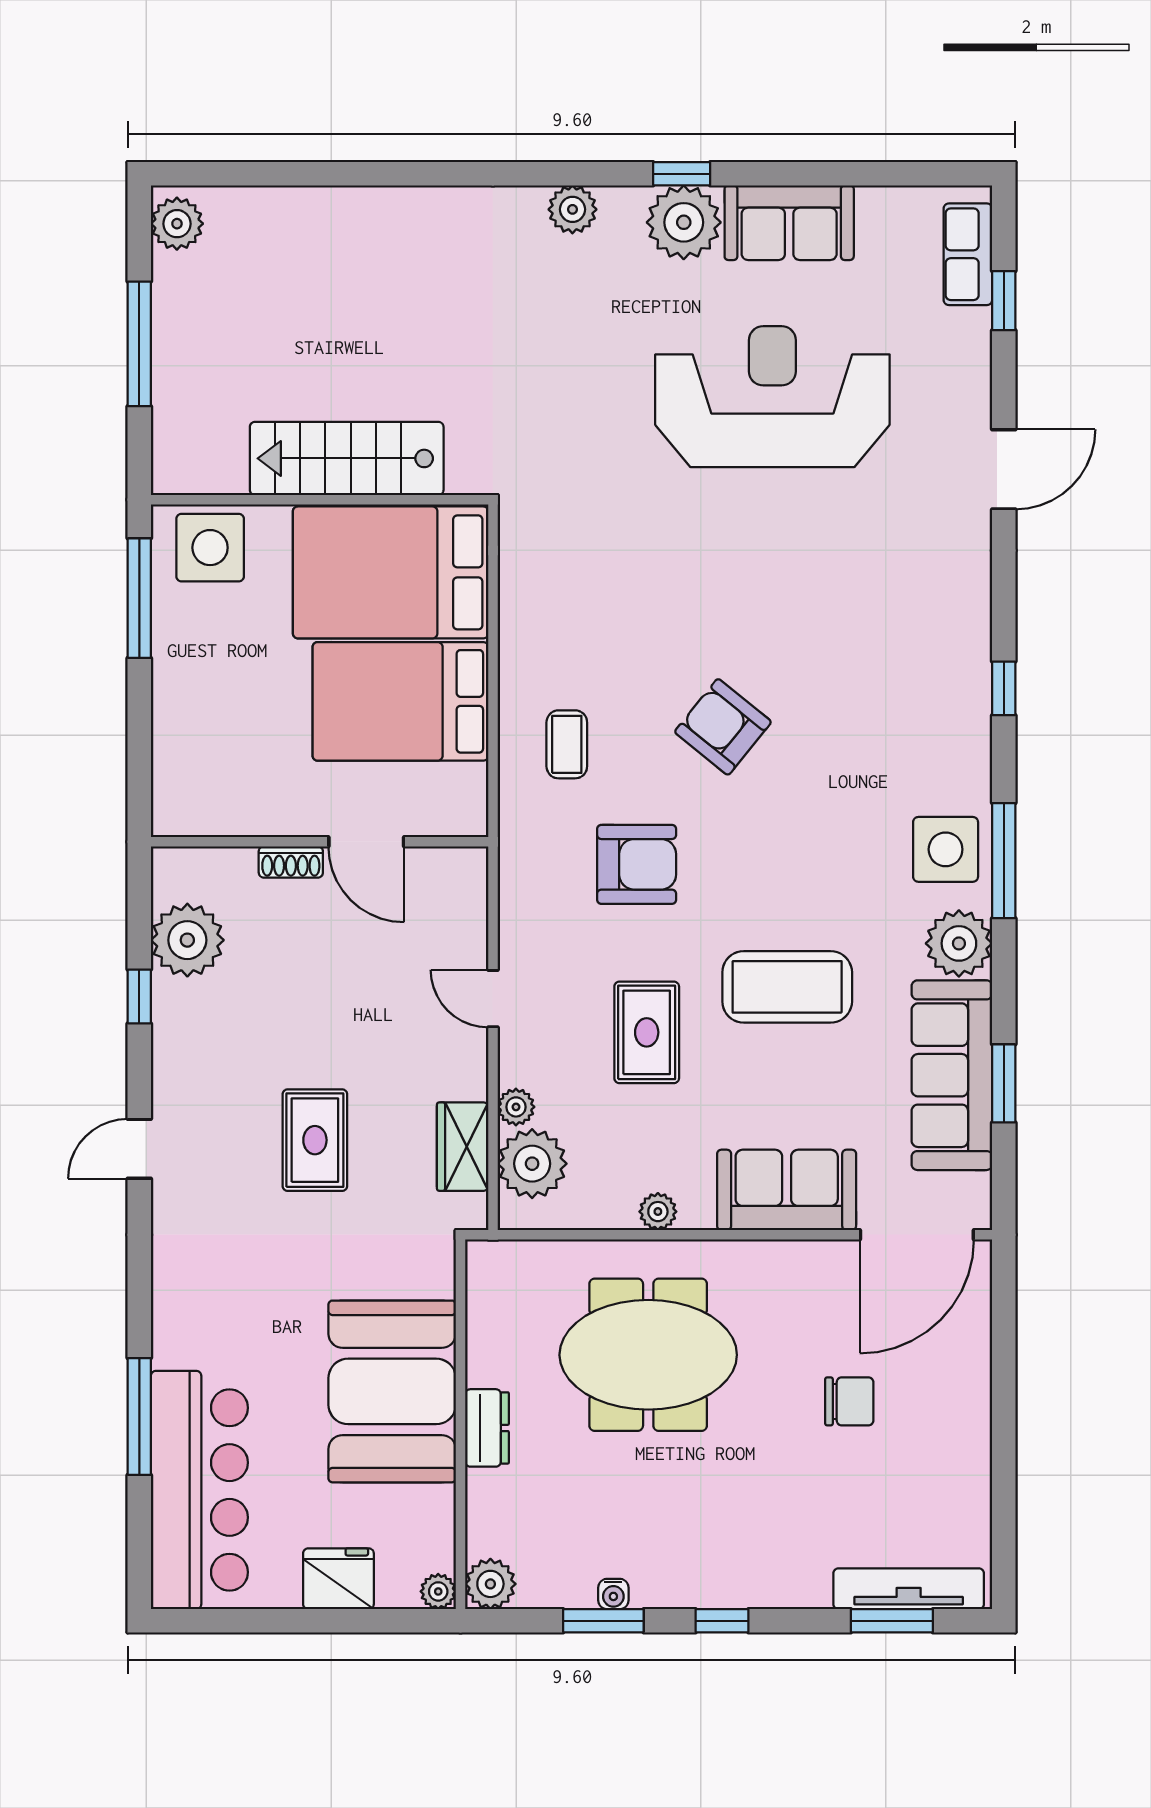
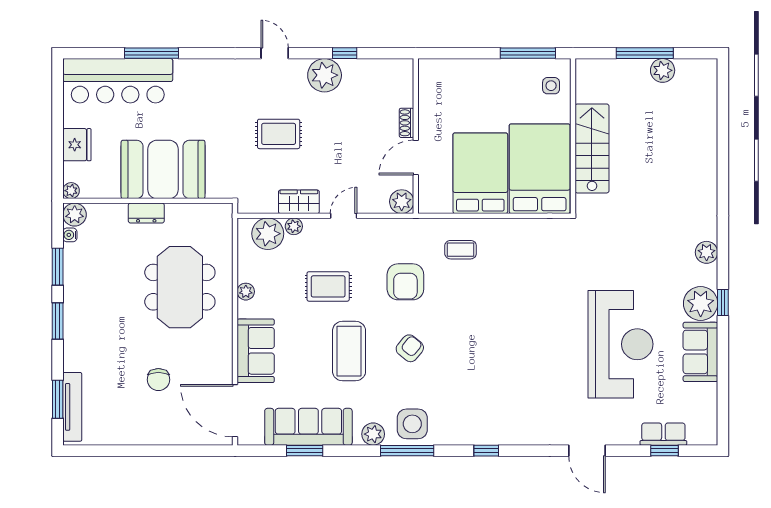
plant: (177, 224) -> (663, 70), moved
row of seats: (968, 254) -> (663, 434), moved
side table: (210, 548) -> (551, 86), width x0.54, depth x0.54
armchair: (723, 727) -> (410, 348), moved, width x0.72, depth x0.72
plant: (462, 872) -> (402, 202), added
plant: (187, 940) -> (325, 75), moved
plant: (959, 943) -> (373, 434), width x0.73, depth x0.73
wardrobe: (463, 1147) -> (299, 202), moved
water cooler: (613, 1594) -> (70, 235), moved
window: (722, 1621) -> (58, 321), width x1.50

